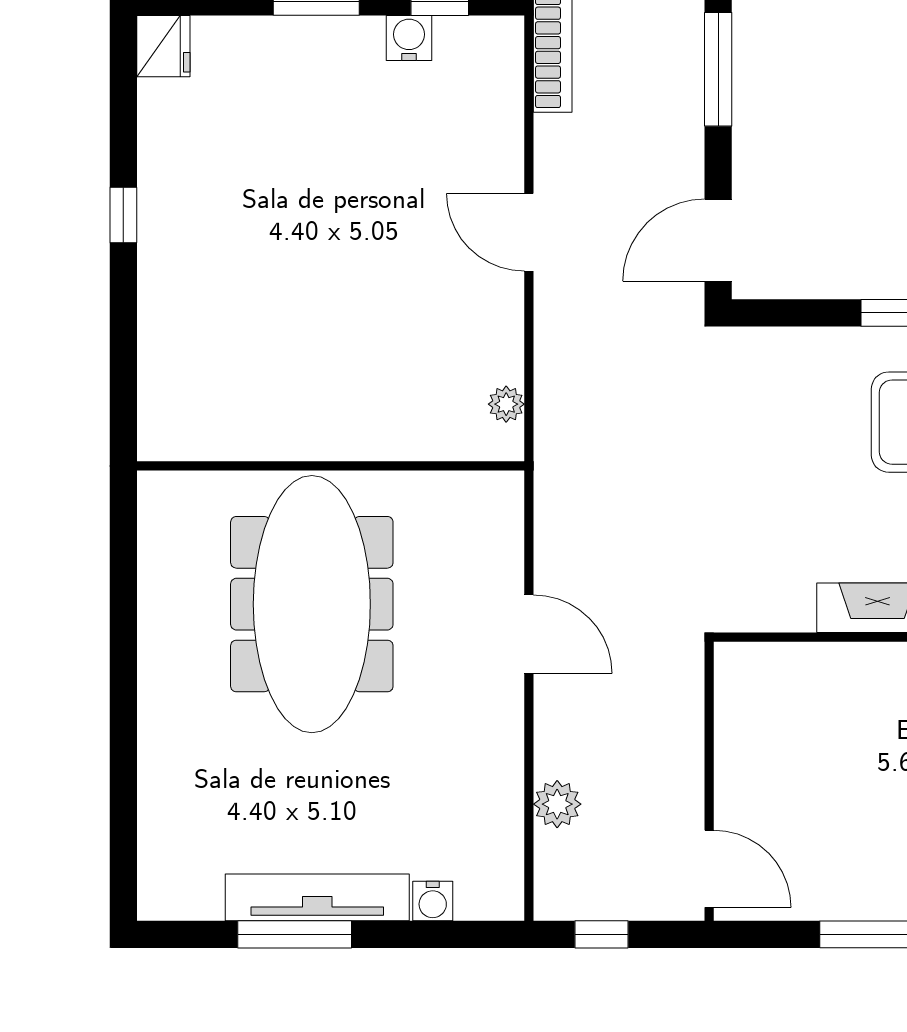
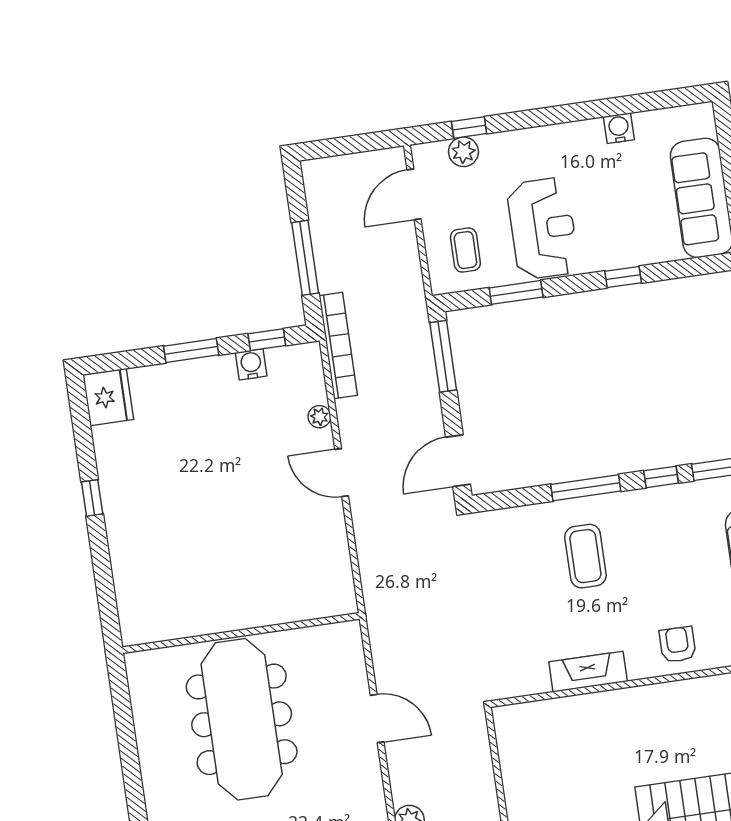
fridge: (163, 46) -> (108, 397), width x1.36, depth x1.34
plant: (506, 404) -> (319, 417), moved

